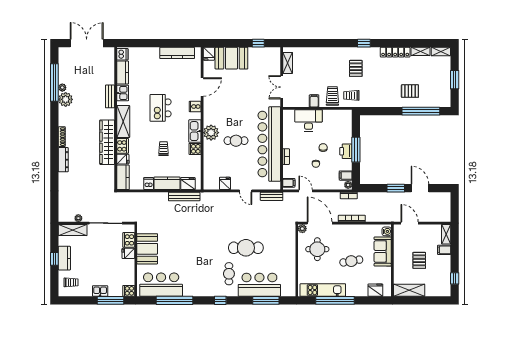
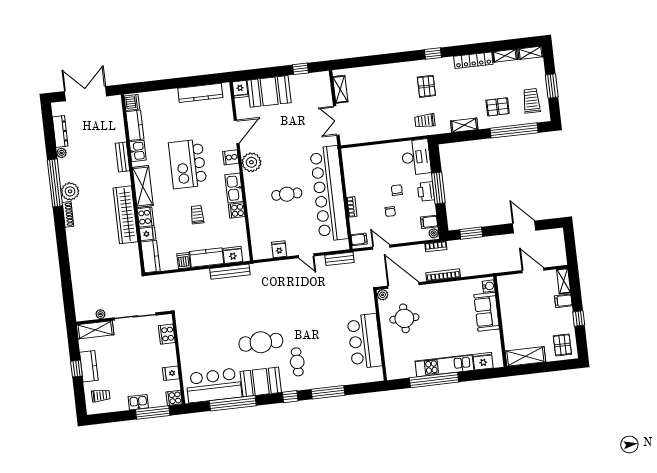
window: (54, 83) -> (55, 183), moved
trolley: (332, 96) -> (531, 101), moved
plant: (66, 99) -> (70, 191), moved
filing cabinet: (314, 101) -> (379, 133), removed
shelving: (382, 103) -> (464, 125), added
kitchen island: (161, 108) -> (188, 164), width x1.37, depth x1.28
desk: (309, 120) -> (416, 157), moved, turned 90
plant: (211, 133) -> (251, 162), moved
dresser: (63, 160) -> (60, 131), moved
window: (396, 188) -> (471, 233), moved
door: (410, 223) -> (533, 270), moved
cafe table: (246, 248) -> (261, 342), moved
booth: (147, 249) -> (261, 382), moved, turned 90
fridge: (128, 253) -> (171, 373), moved
pallet: (419, 260) -> (562, 345), moved
cafe table: (351, 261) -> (449, 328), removed
window: (455, 278) -> (579, 319), moved
bar counter: (259, 285) -> (365, 341), moved, turned -90
kitchen unit: (323, 290) -> (444, 366), moved
window: (266, 300) -> (328, 392), moved

